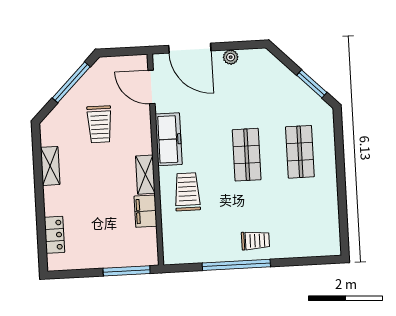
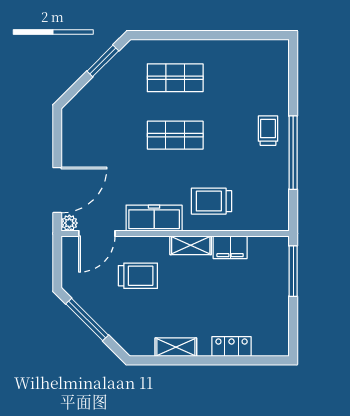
plant: (231, 57) -> (69, 223), moved
trolley: (99, 124) -> (138, 276), moved
locker: (54, 235) -> (232, 346), moved

